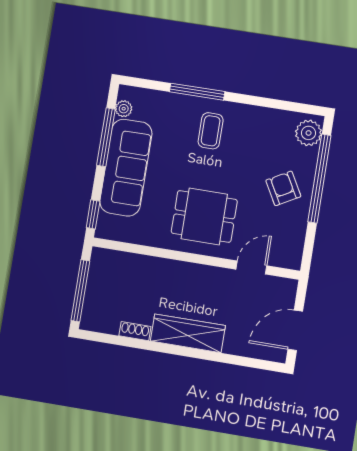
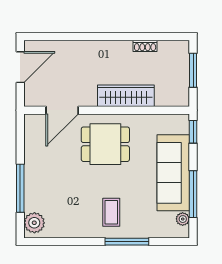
window: (319, 179) -> (20, 188), width x0.68
armchair: (283, 188) -> (47, 176), removed
door: (251, 268) -> (62, 110), width x1.38
window: (80, 291) -> (193, 70), width x0.69
wardrobe: (188, 333) -> (126, 96), moved, turned 180

